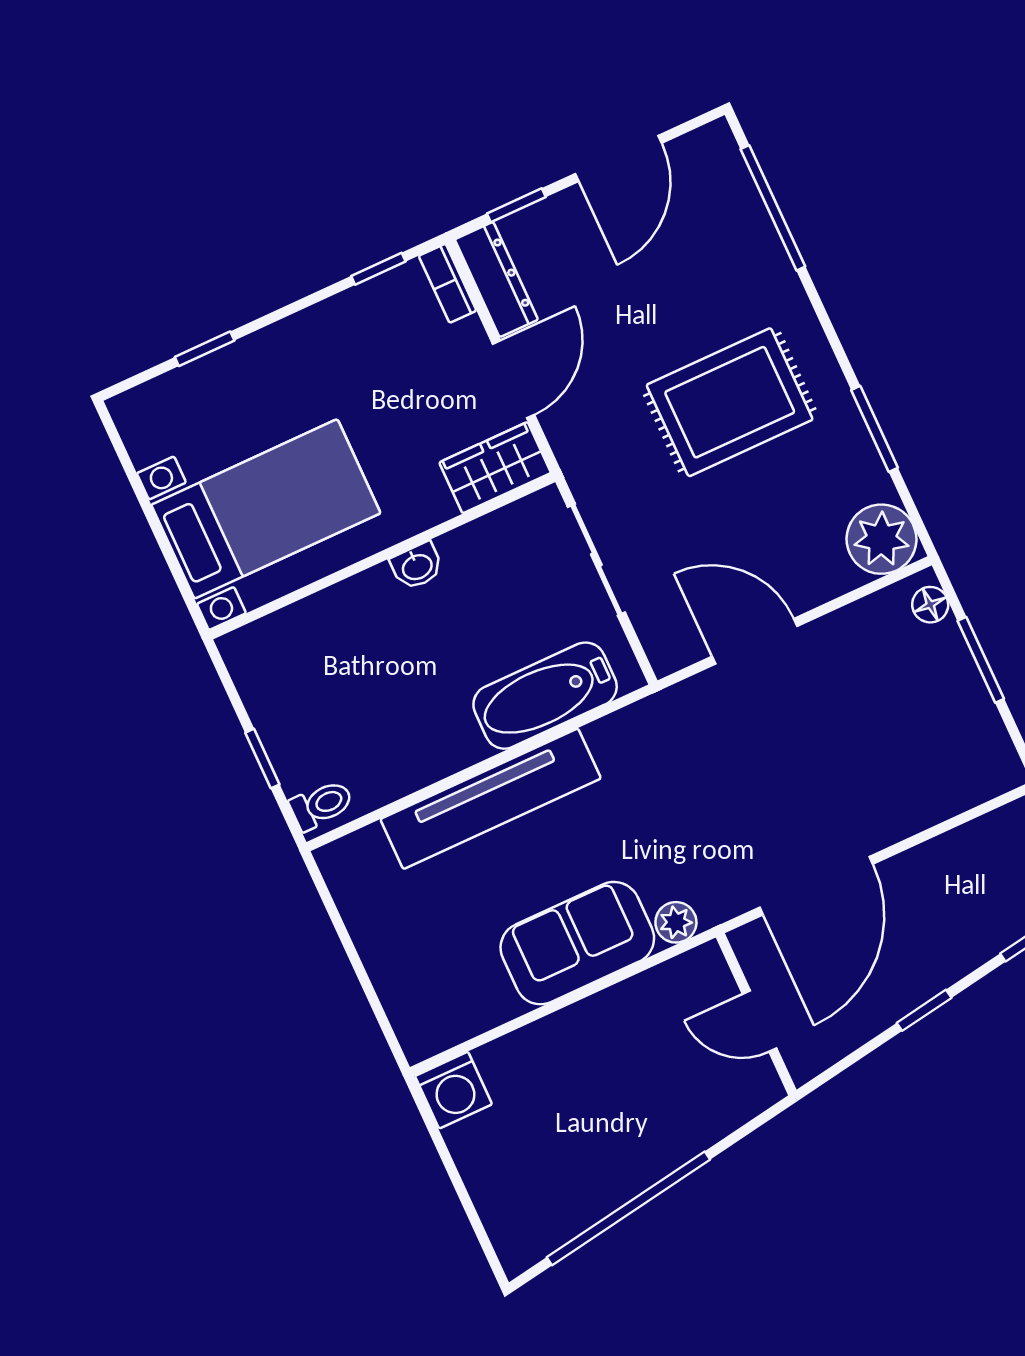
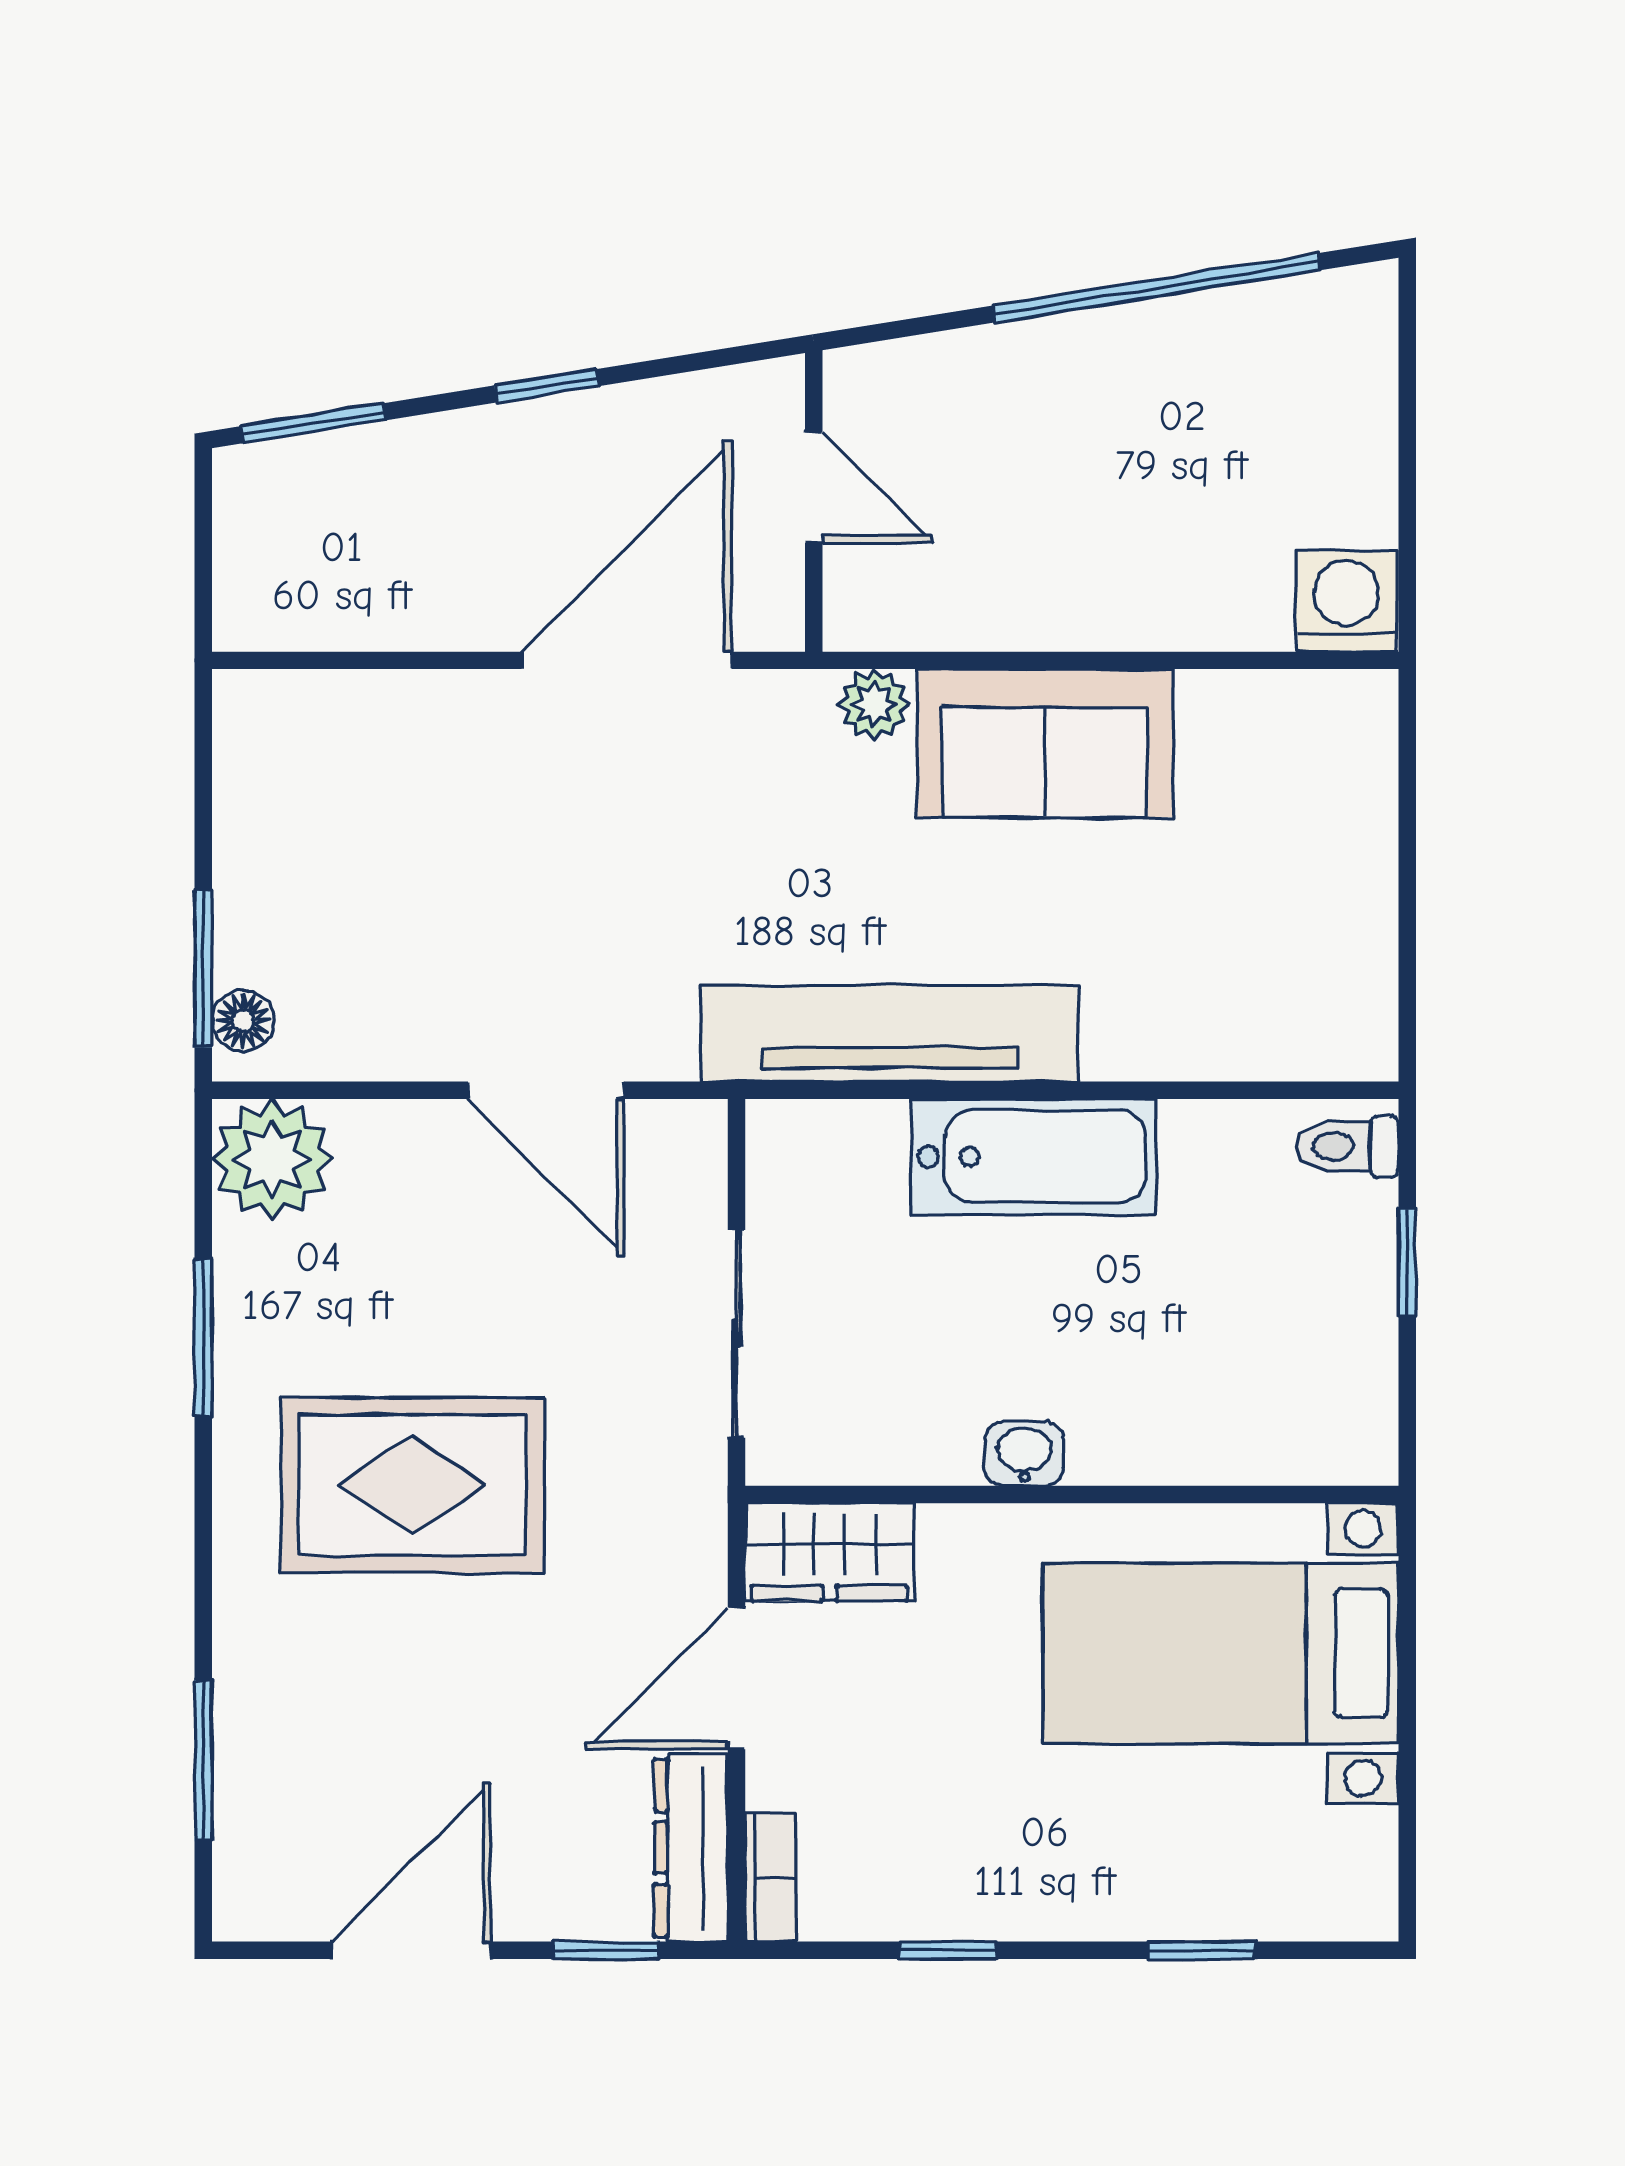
window: (773, 208) -> (203, 1760), width x0.69
window: (378, 269) -> (947, 1950), moved
window: (981, 660) -> (203, 969), moved
bathtub: (545, 696) -> (1033, 1157), moved
tv unit: (491, 799) -> (890, 1033), moved

